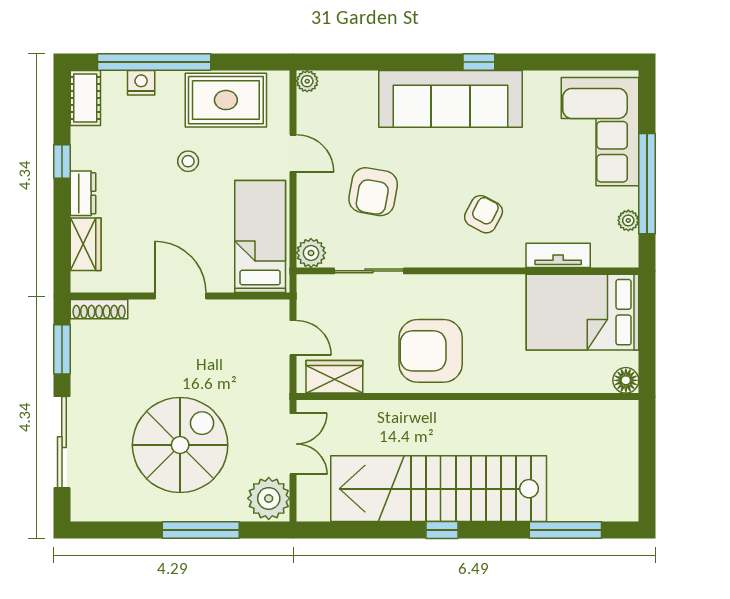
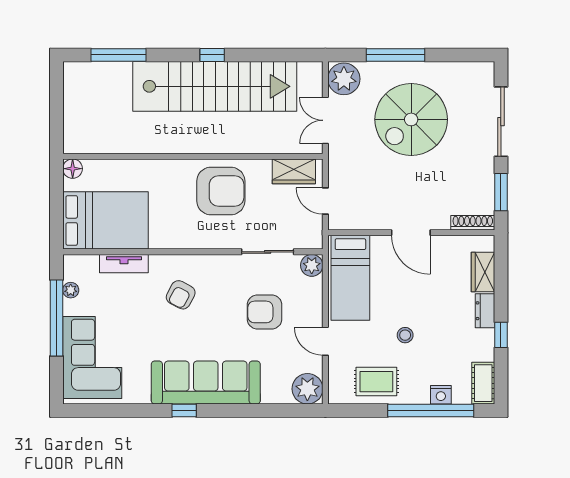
plant: (307, 81) -> (307, 389), width x1.87, depth x1.87
rug: (226, 100) -> (376, 382), width x0.73, depth x0.70
armchair: (373, 192) -> (265, 312), turned -100

